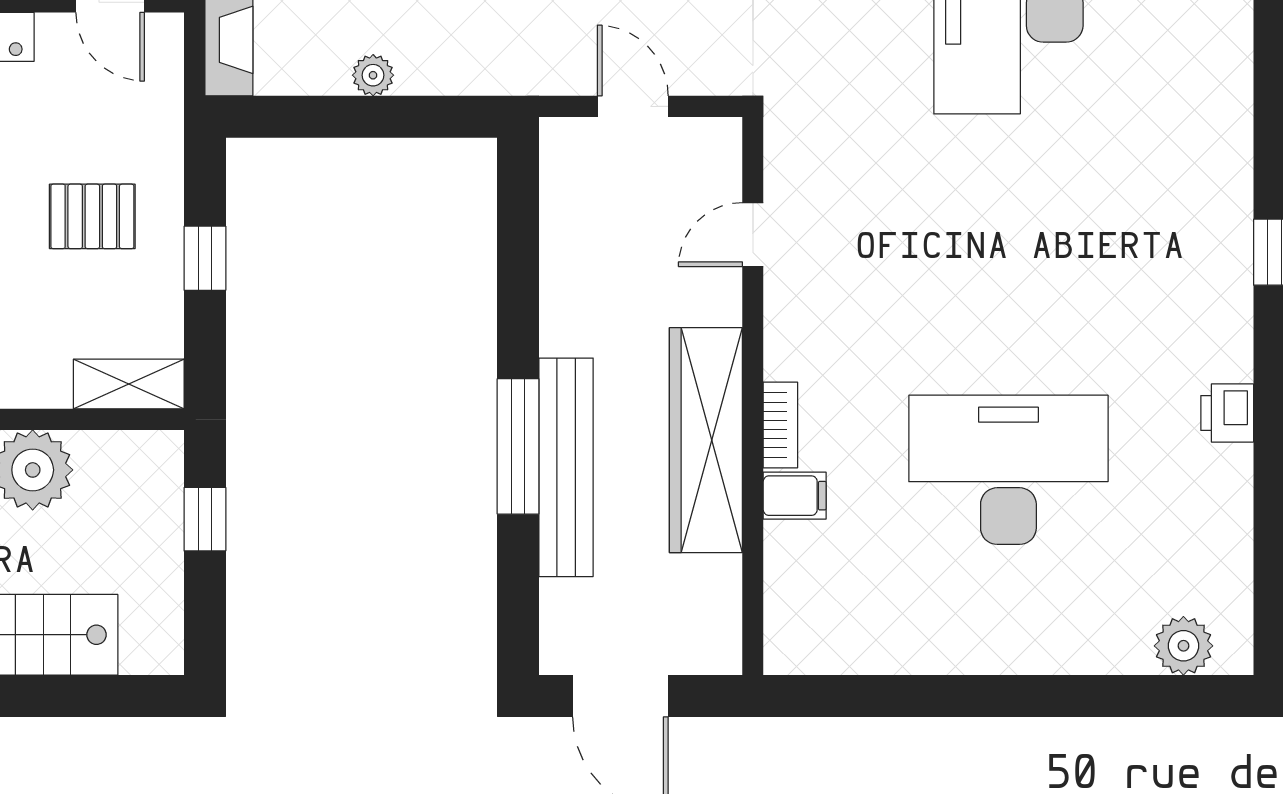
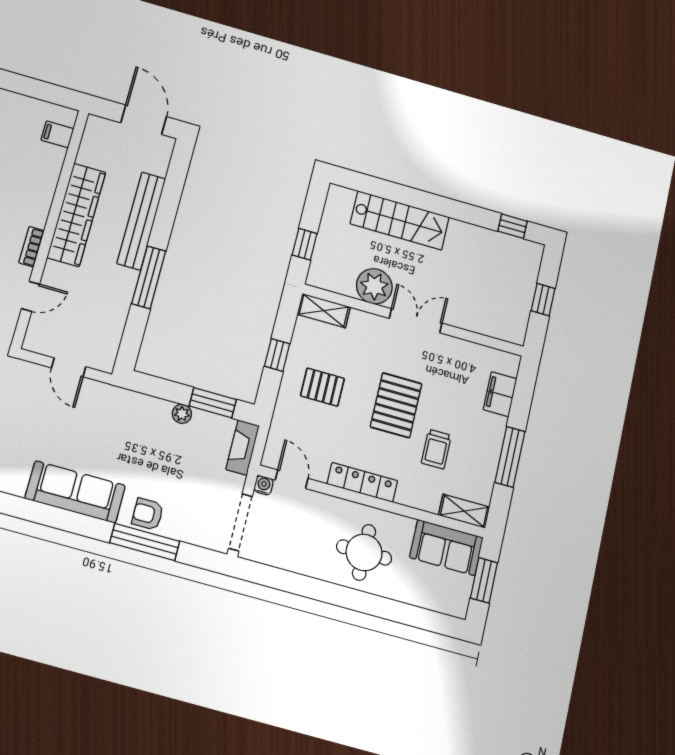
window: (315, 117) -> (213, 403), added
bookcase: (780, 425) -> (31, 247), moved
window: (518, 446) -> (149, 277), moved
filing cabinet: (795, 496) -> (57, 134), moved

